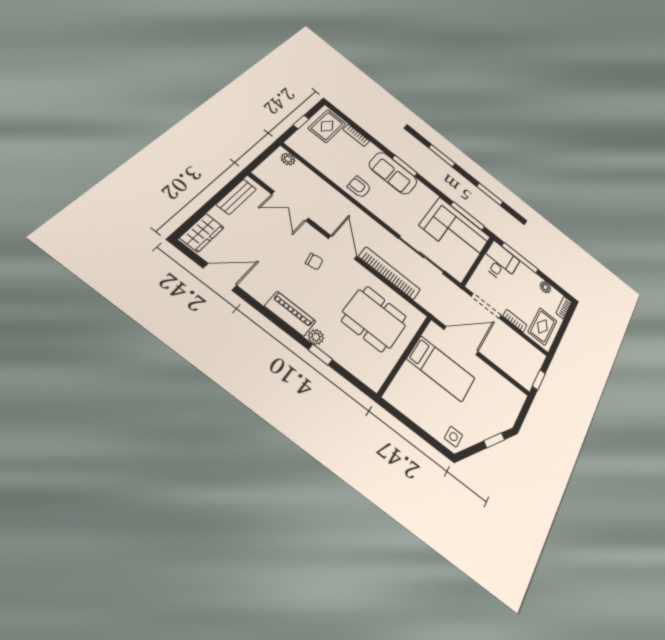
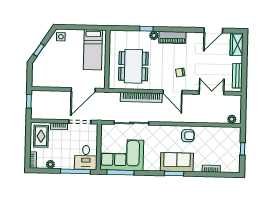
rug: (327, 126) -> (229, 160), removed
dining table: (374, 319) -> (133, 66), turned 90
bed: (441, 369) -> (93, 50), moved, turned -90

